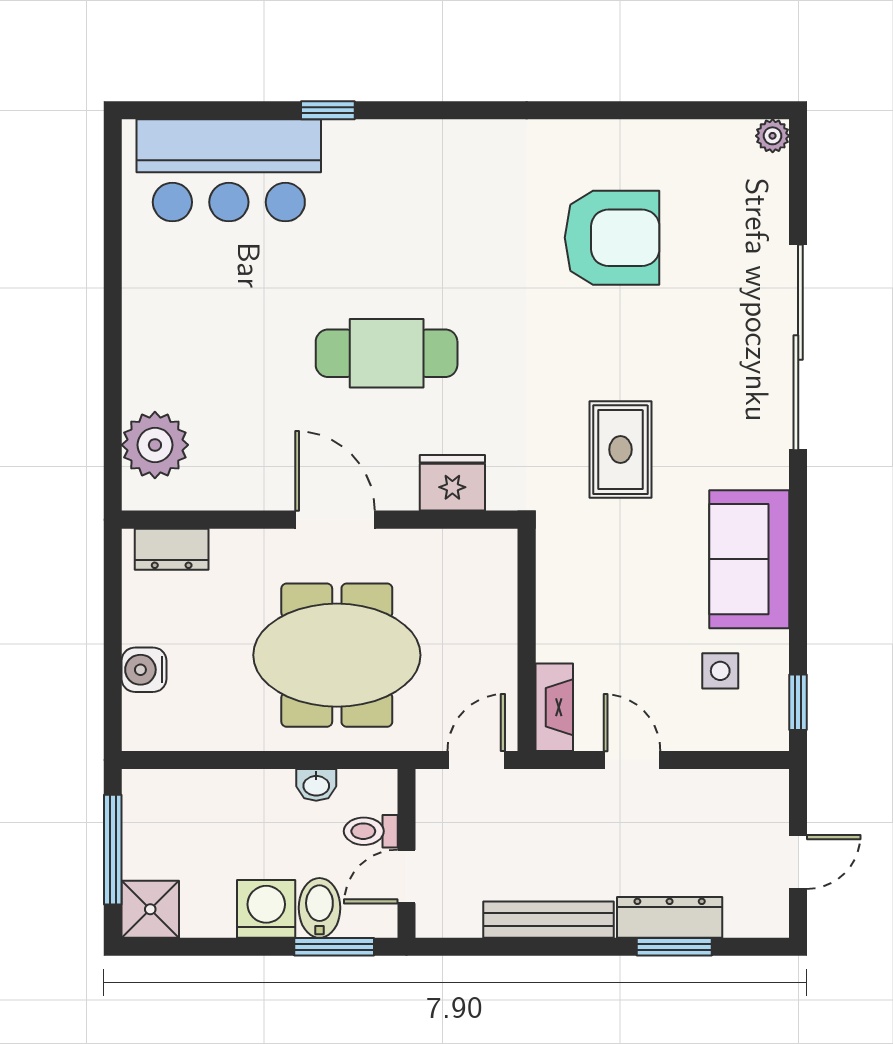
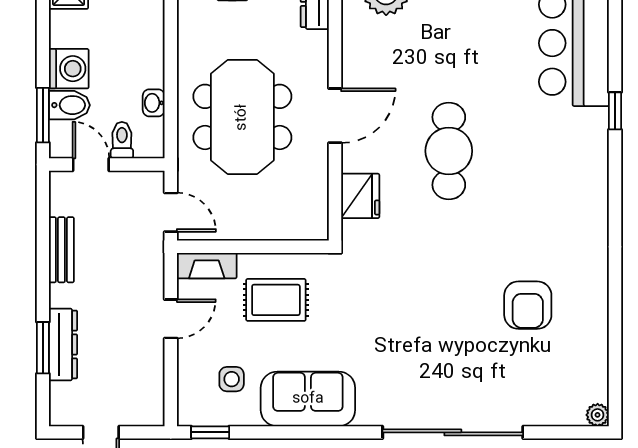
armchair: (612, 238) -> (528, 305), width x0.73, depth x0.73
rug: (620, 450) -> (276, 300), moved
bench: (548, 920) -> (61, 250), width x0.73

